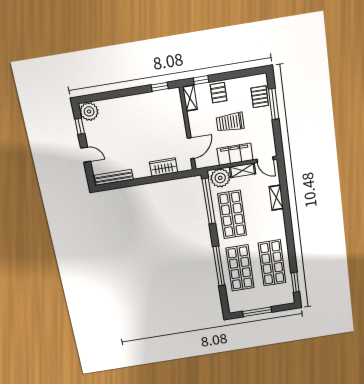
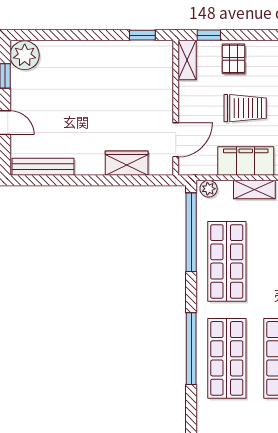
trolley: (230, 122) -> (245, 108), turned 180
plant: (220, 178) -> (209, 189), width x0.53, depth x0.53

